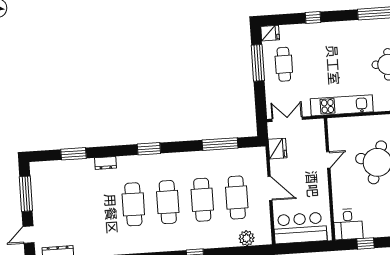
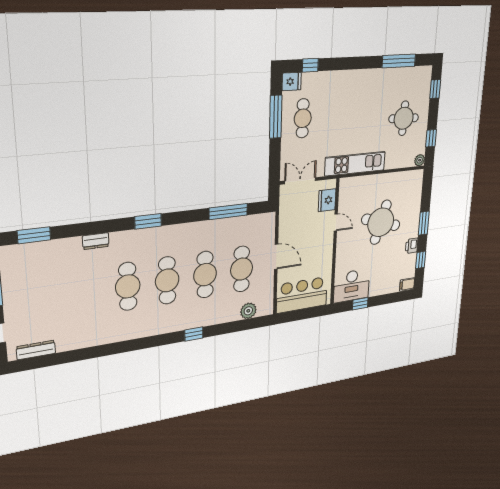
window: (313, 18) -> (310, 65), moved
fridge: (278, 149) -> (327, 200), moved, turned 180
window: (74, 154) -> (34, 235), moved
door: (328, 160) -> (336, 222), hinge flipped
desk: (348, 224) -> (352, 286), width x1.37

